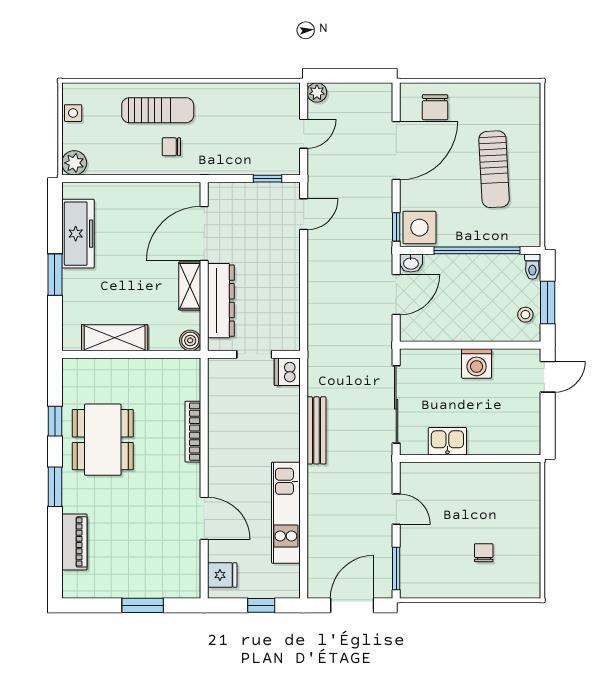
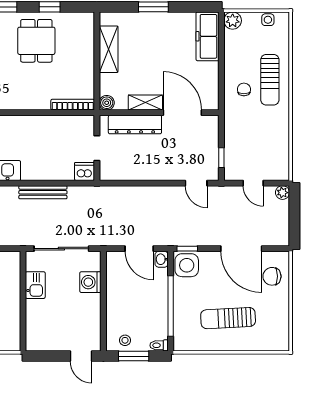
freezer: (78, 234) -> (208, 36), moved, turned 90
washing machine: (477, 363) -> (90, 282), moved
bookcase: (193, 432) -> (73, 105), moved
dining table: (103, 440) -> (36, 41), width x0.73

